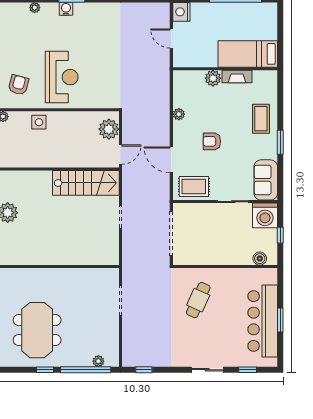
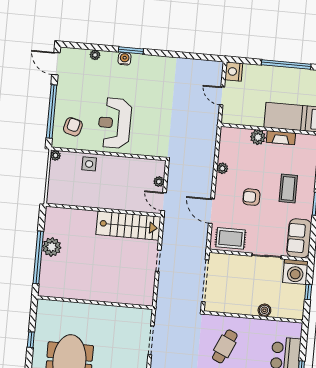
reception desk: (62, 77) -> (115, 123), turned 180
coffee table: (261, 119) -> (288, 188), moved
plant: (109, 129) -> (159, 182), width x0.53, depth x0.53
door: (120, 155) -> (164, 202), swing flipped
boiler: (260, 259) -> (264, 310), moved

